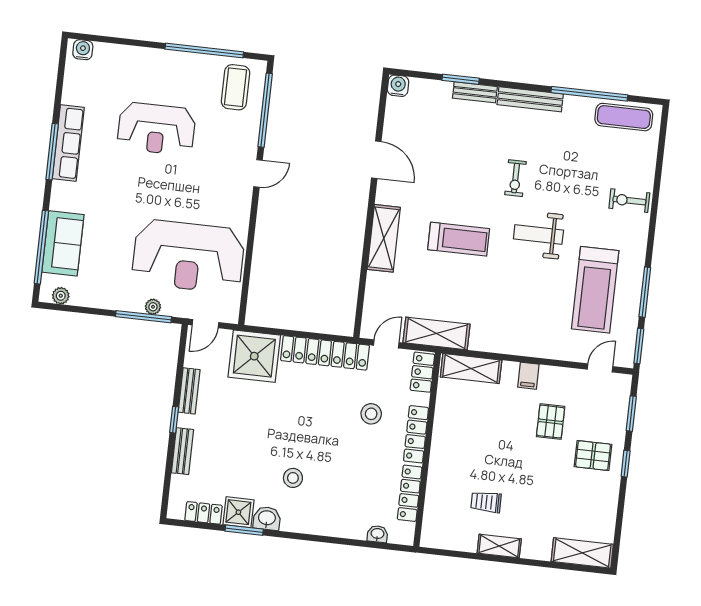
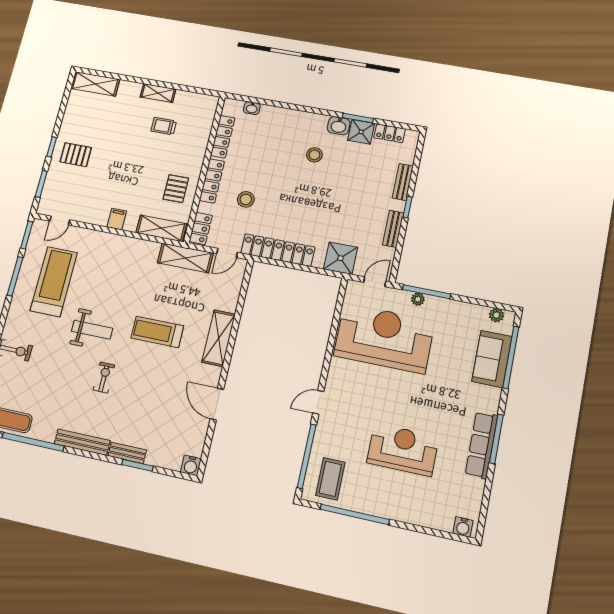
shower: (254, 356) -> (340, 258), width x0.73, depth x0.73
pallet: (551, 422) -> (176, 189), moved
trolley: (486, 502) -> (164, 126), turned 180

